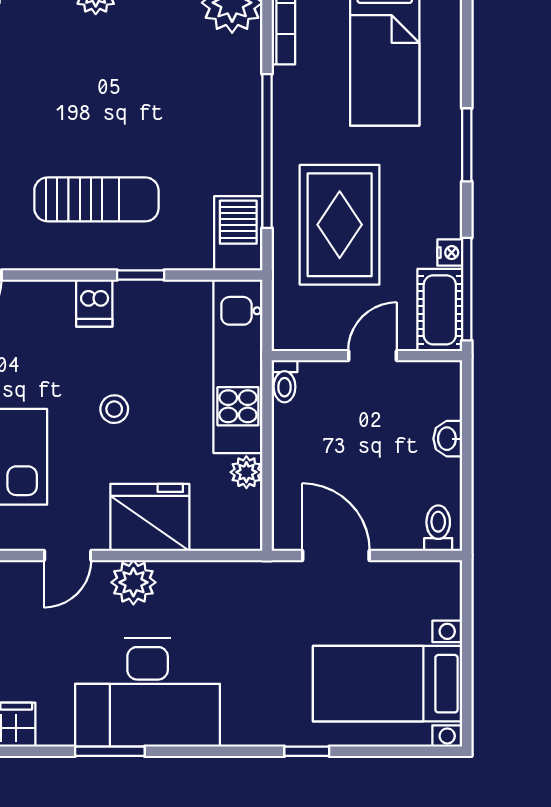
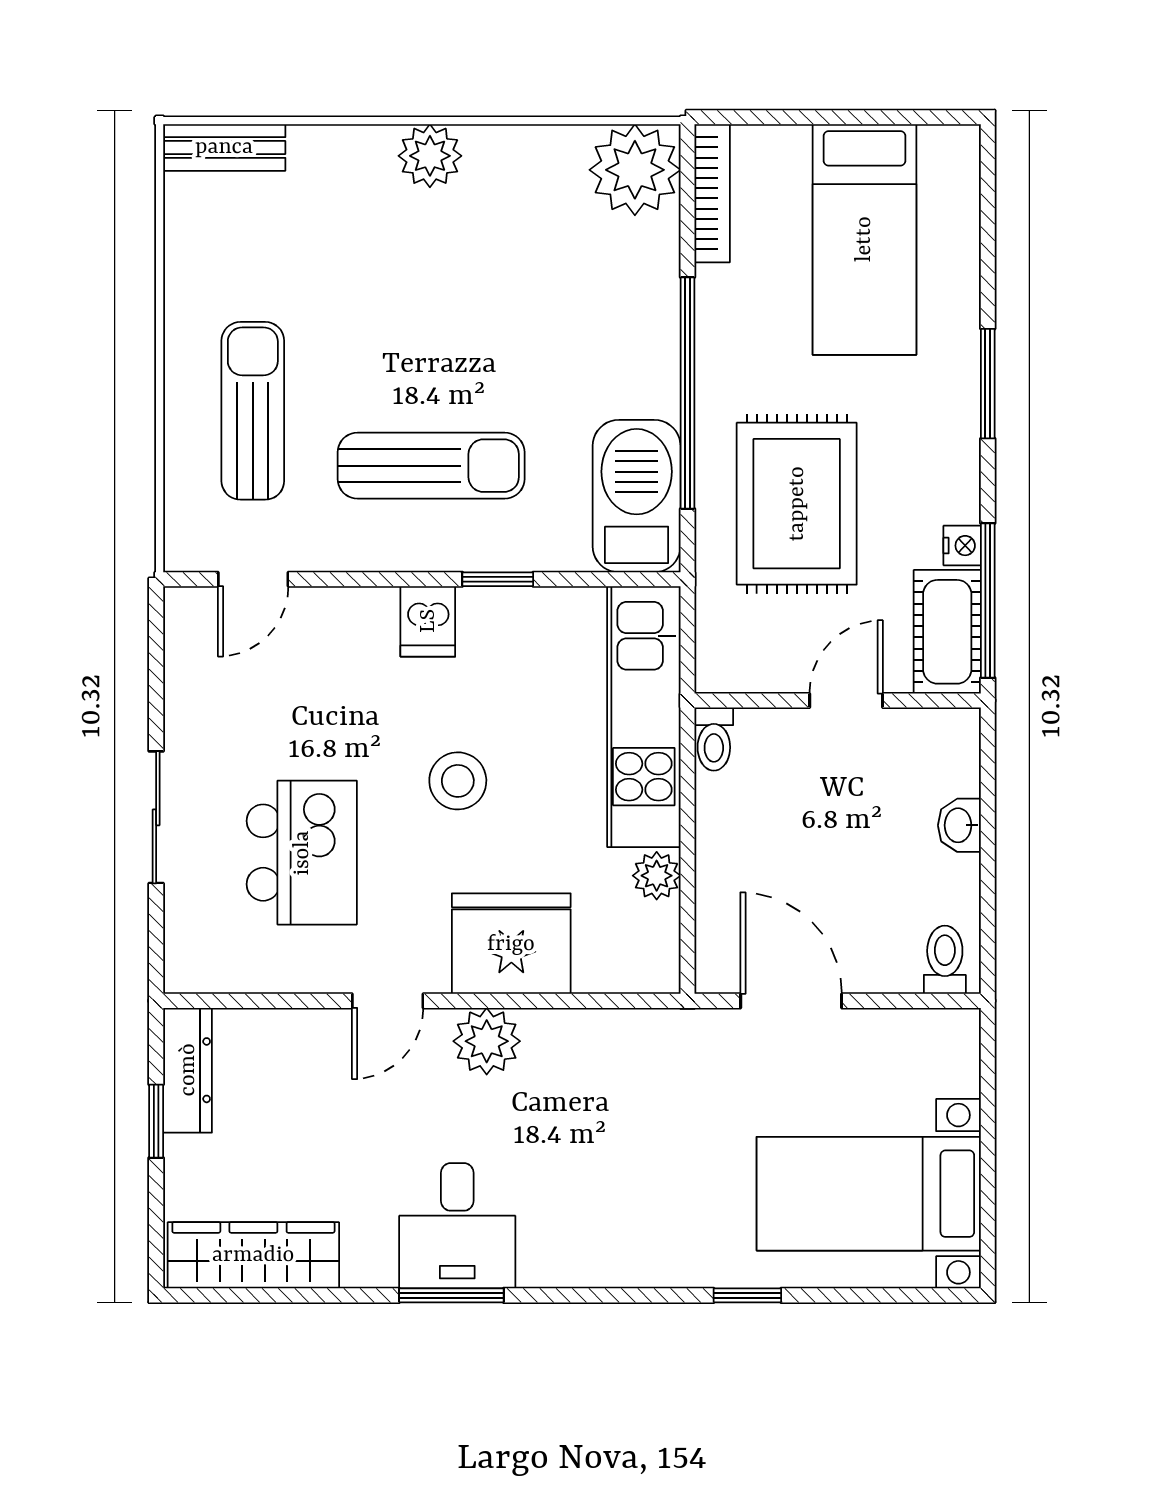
barbecue: (238, 233) -> (637, 496), width x1.37, depth x1.21
stool: (114, 409) -> (458, 781), width x1.37, depth x1.37
desk: (148, 693) -> (457, 1226), width x0.53, depth x0.77

